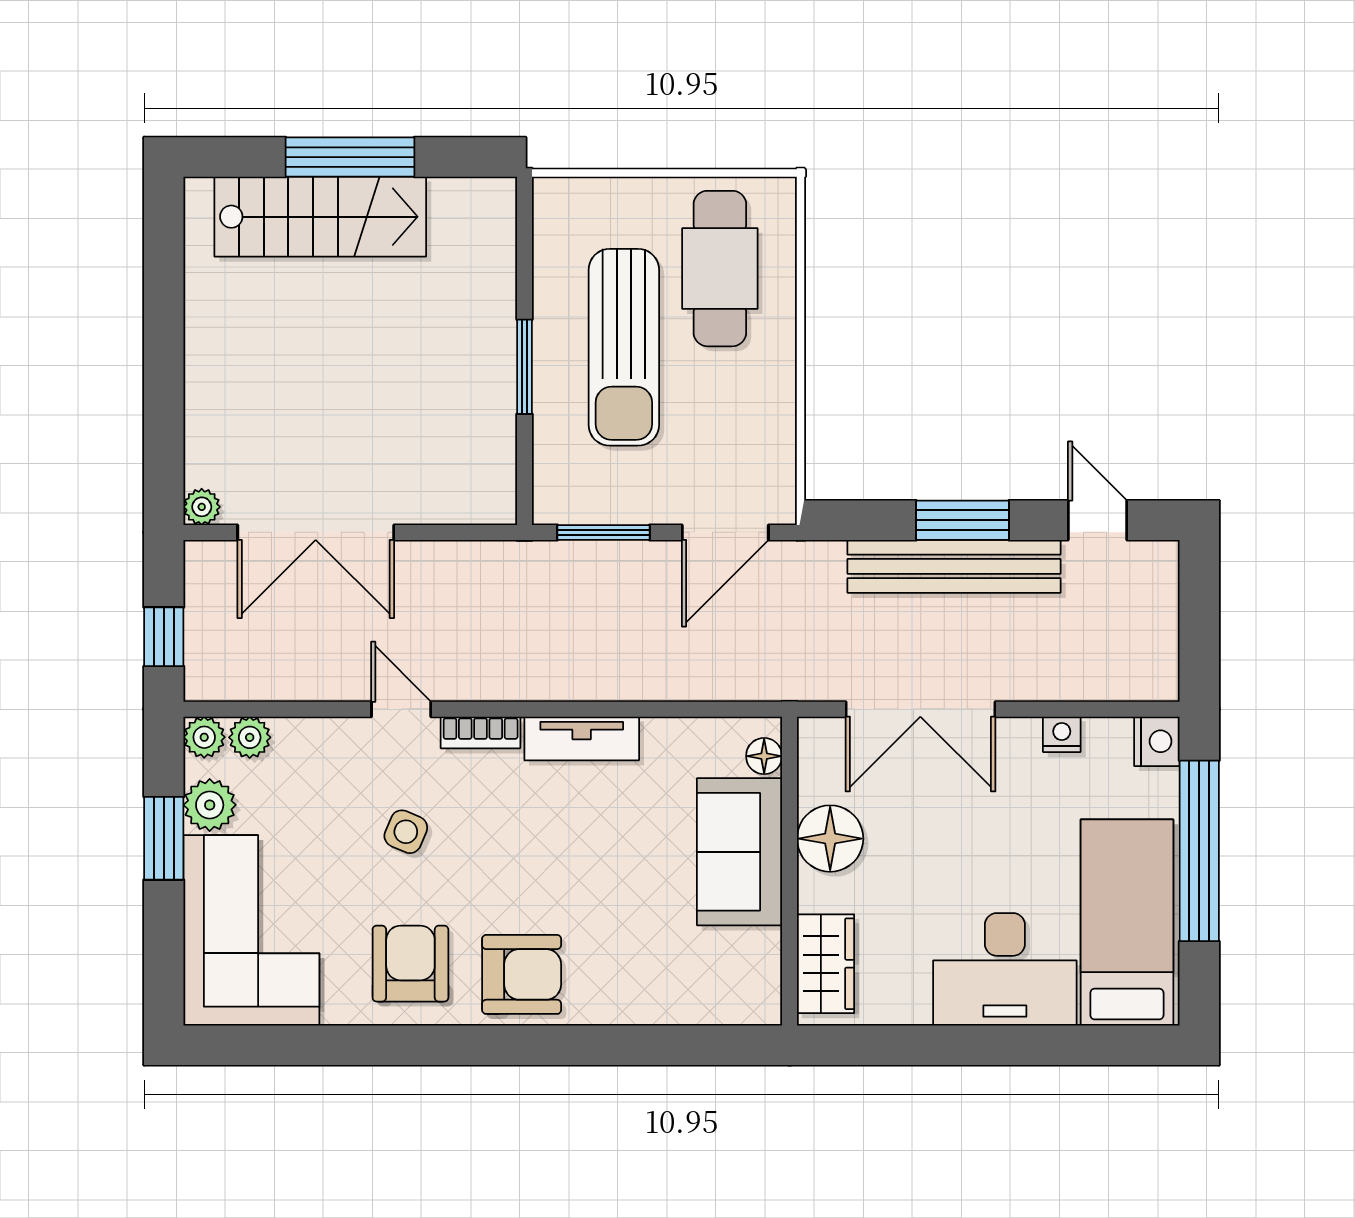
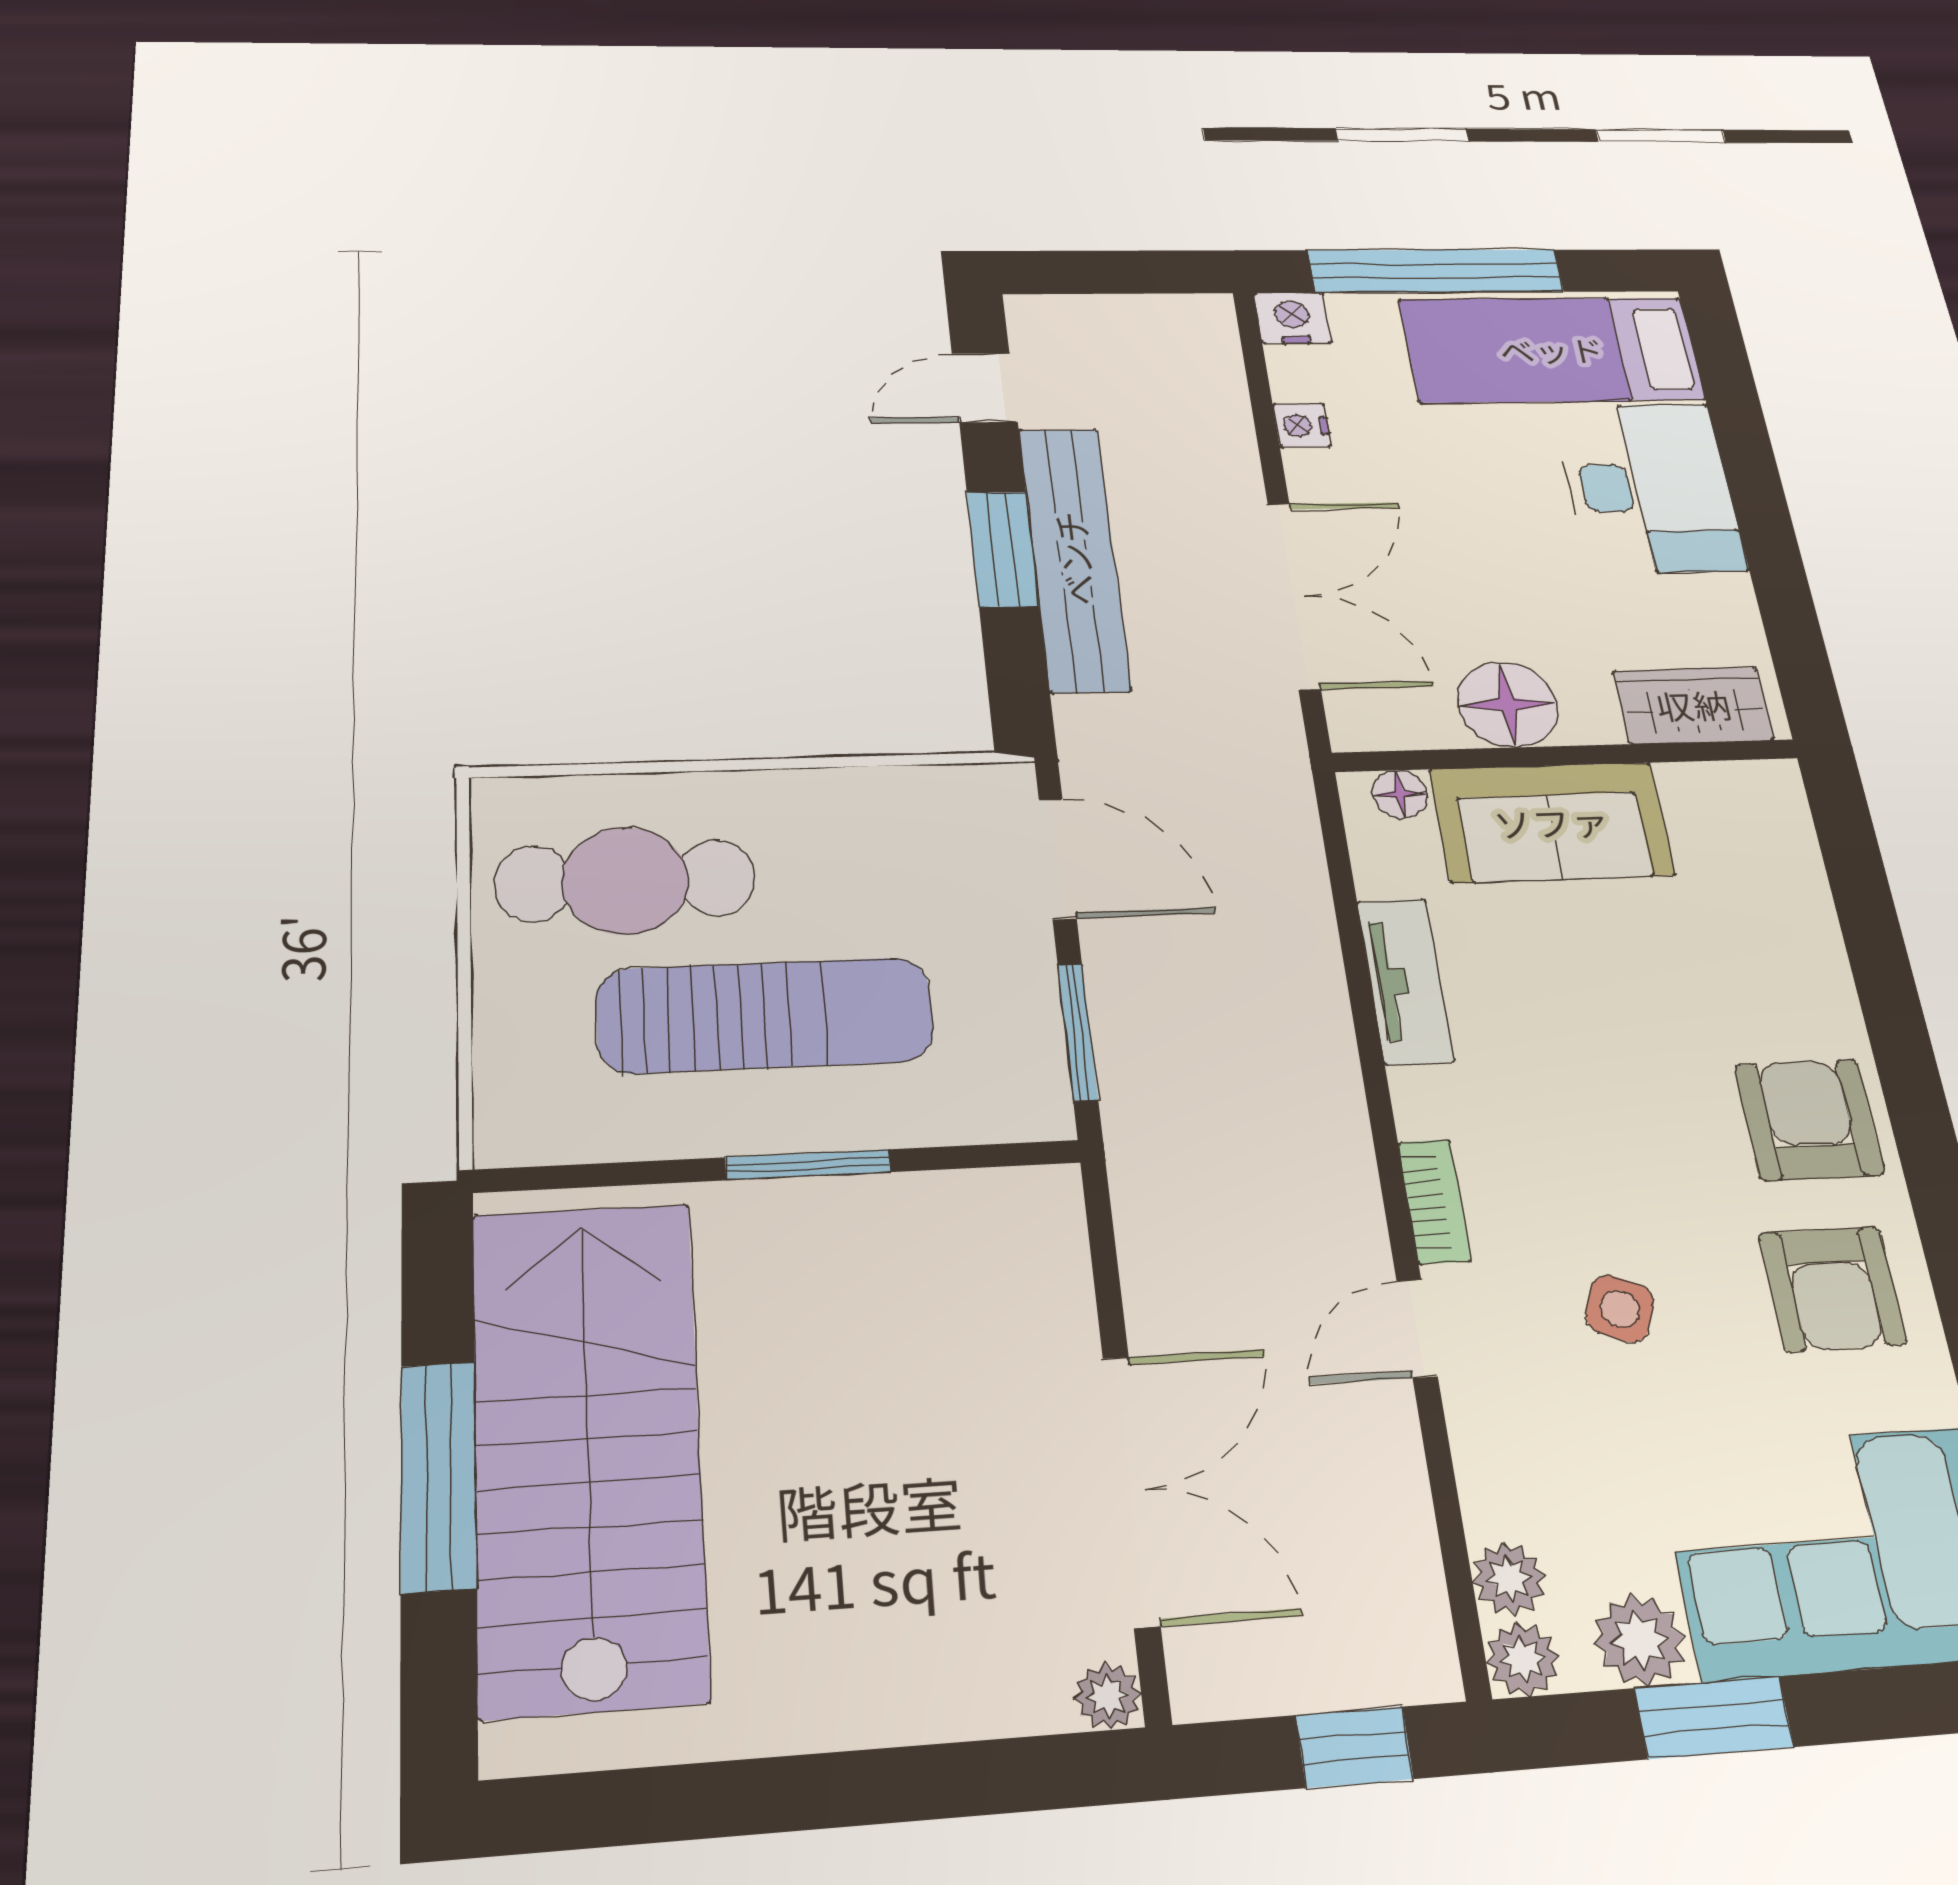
stairs: (320, 217) -> (588, 1451), width x1.36, depth x1.51
tv unit: (582, 738) -> (1405, 981), moved
armchair: (410, 964) -> (1832, 1289), turned -90

